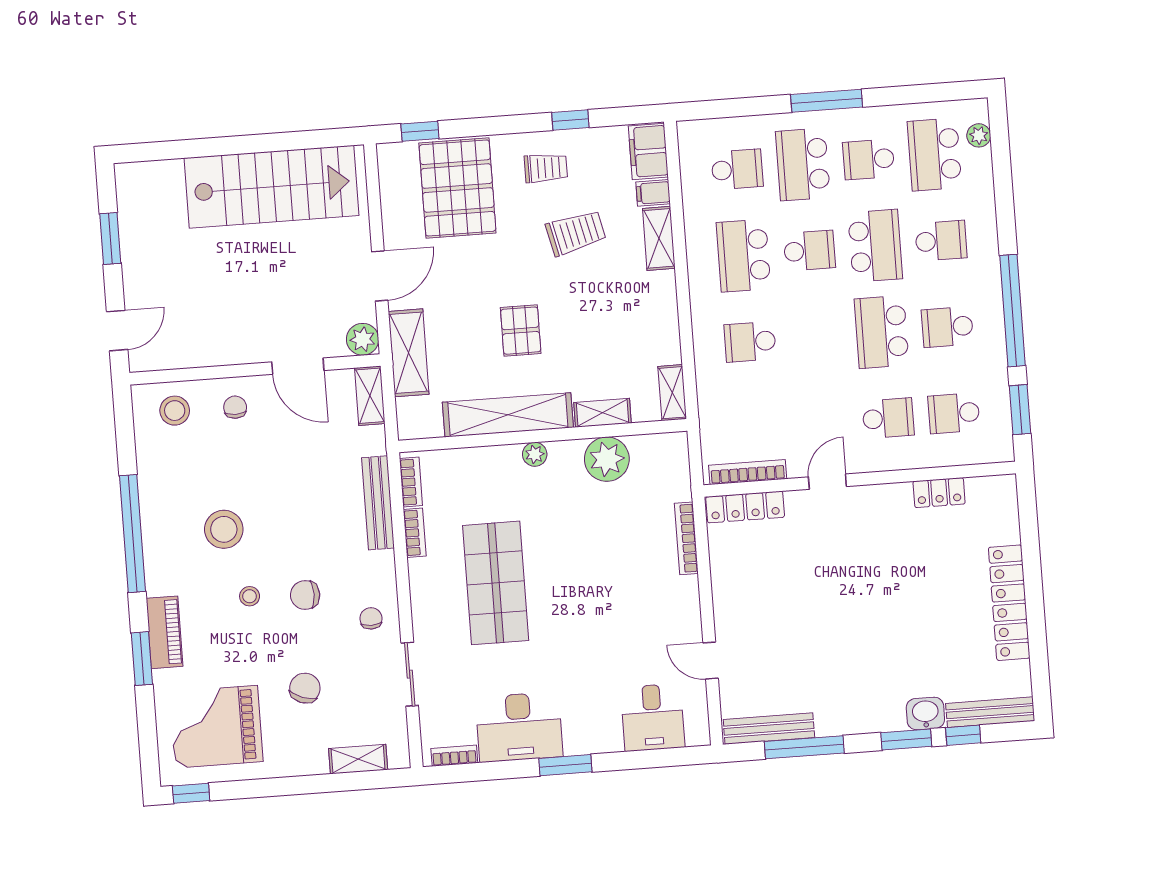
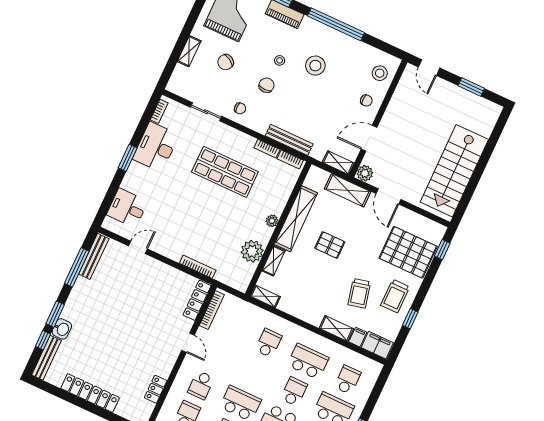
trolley: (546, 168) -> (395, 296), width x1.36, depth x1.39
school desk: (737, 169) -> (348, 380), turned 180
school desk: (809, 251) -> (294, 392), turned 180
chair: (305, 688) -> (226, 62), turned 100
shelving: (358, 759) -> (189, 51), moved

